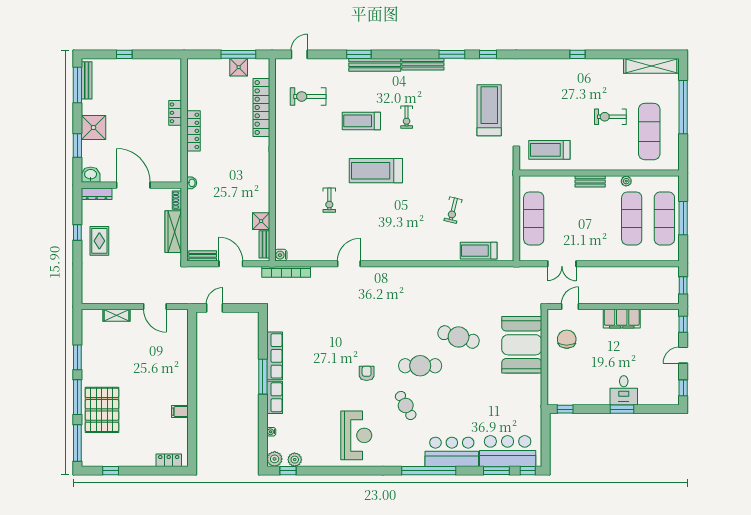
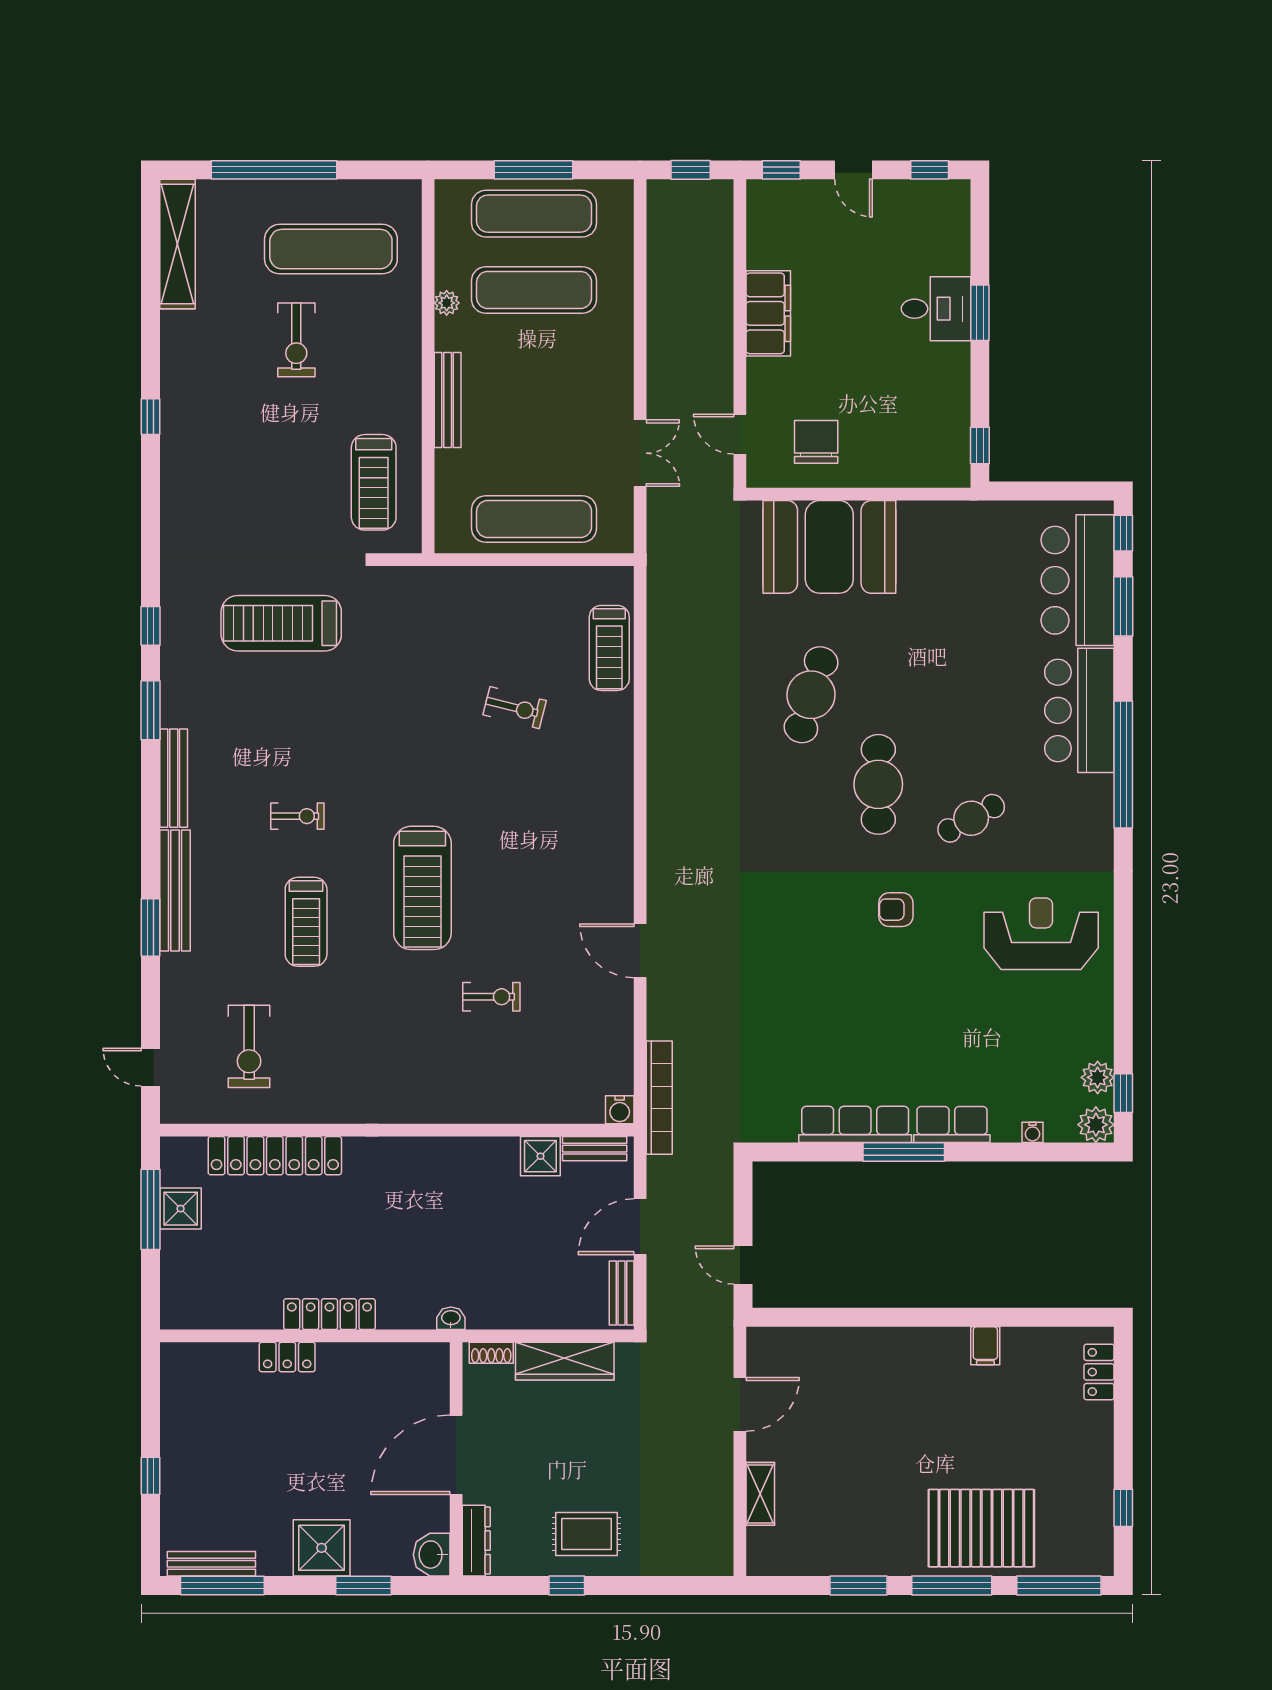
bench: (590, 181) -> (448, 400), width x1.36
chair: (567, 339) -> (816, 442), turned 90

